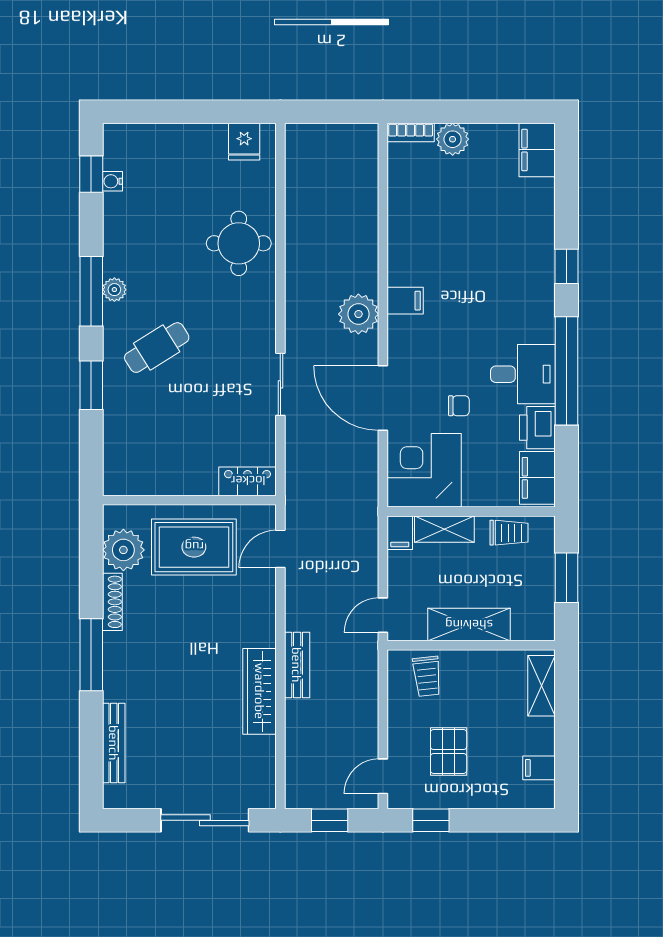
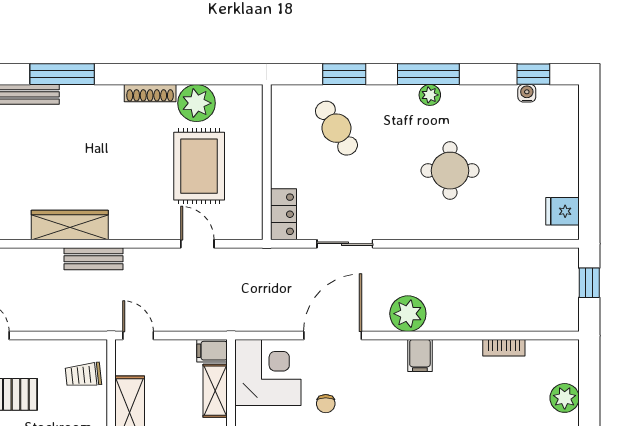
window: (324, 112) -> (589, 283), added
bookcase: (411, 132) -> (504, 348), moved, turned -90
round table: (239, 243) -> (450, 171), moved
cafe table: (157, 348) -> (336, 128), moved
locker: (248, 481) -> (283, 214), moved
wall: (189, 500) -> (267, 162), moved
window: (91, 655) -> (62, 74), moved

